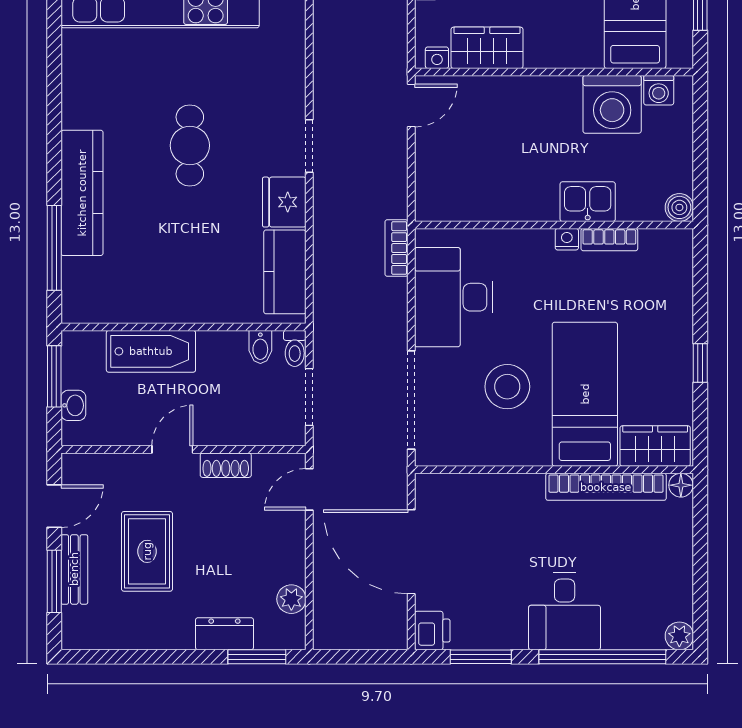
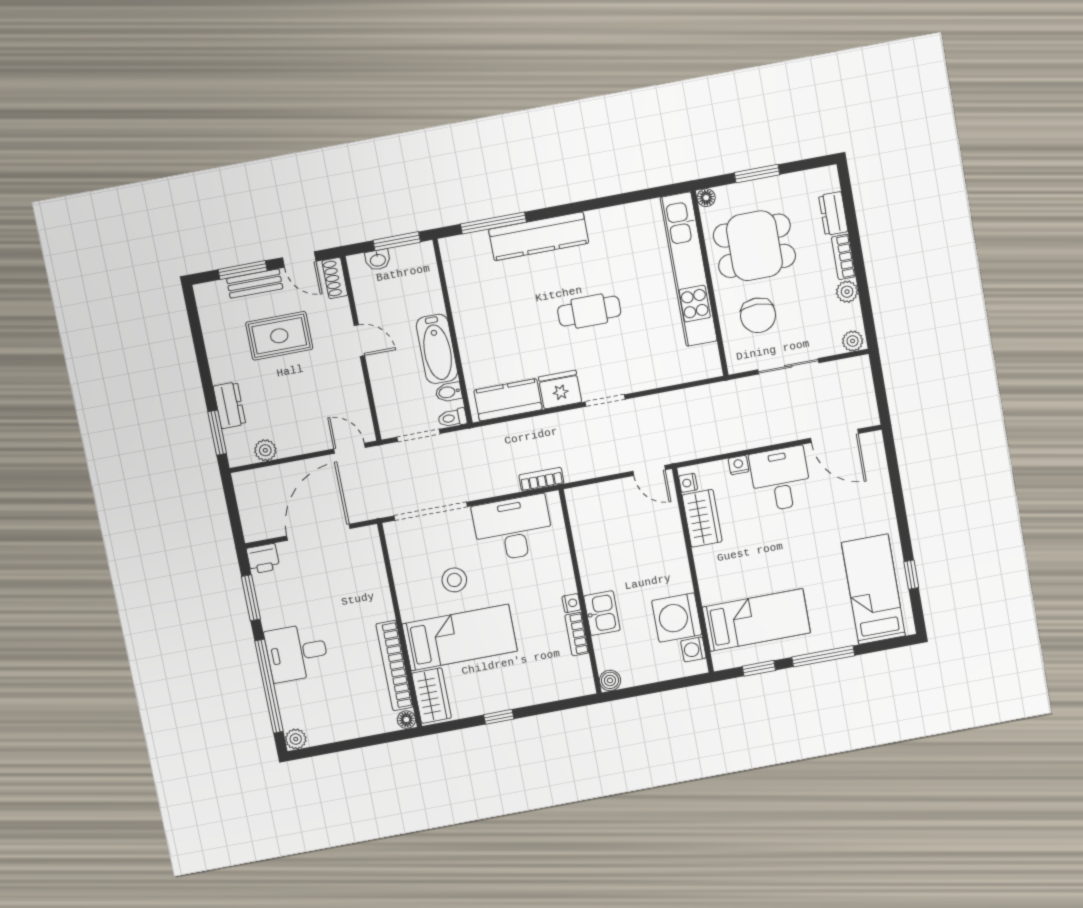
bathtub: (151, 351) -> (437, 349), moved
stool: (507, 387) -> (454, 580), width x0.73, depth x0.73
shoe rack: (226, 465) -> (335, 278), moved

